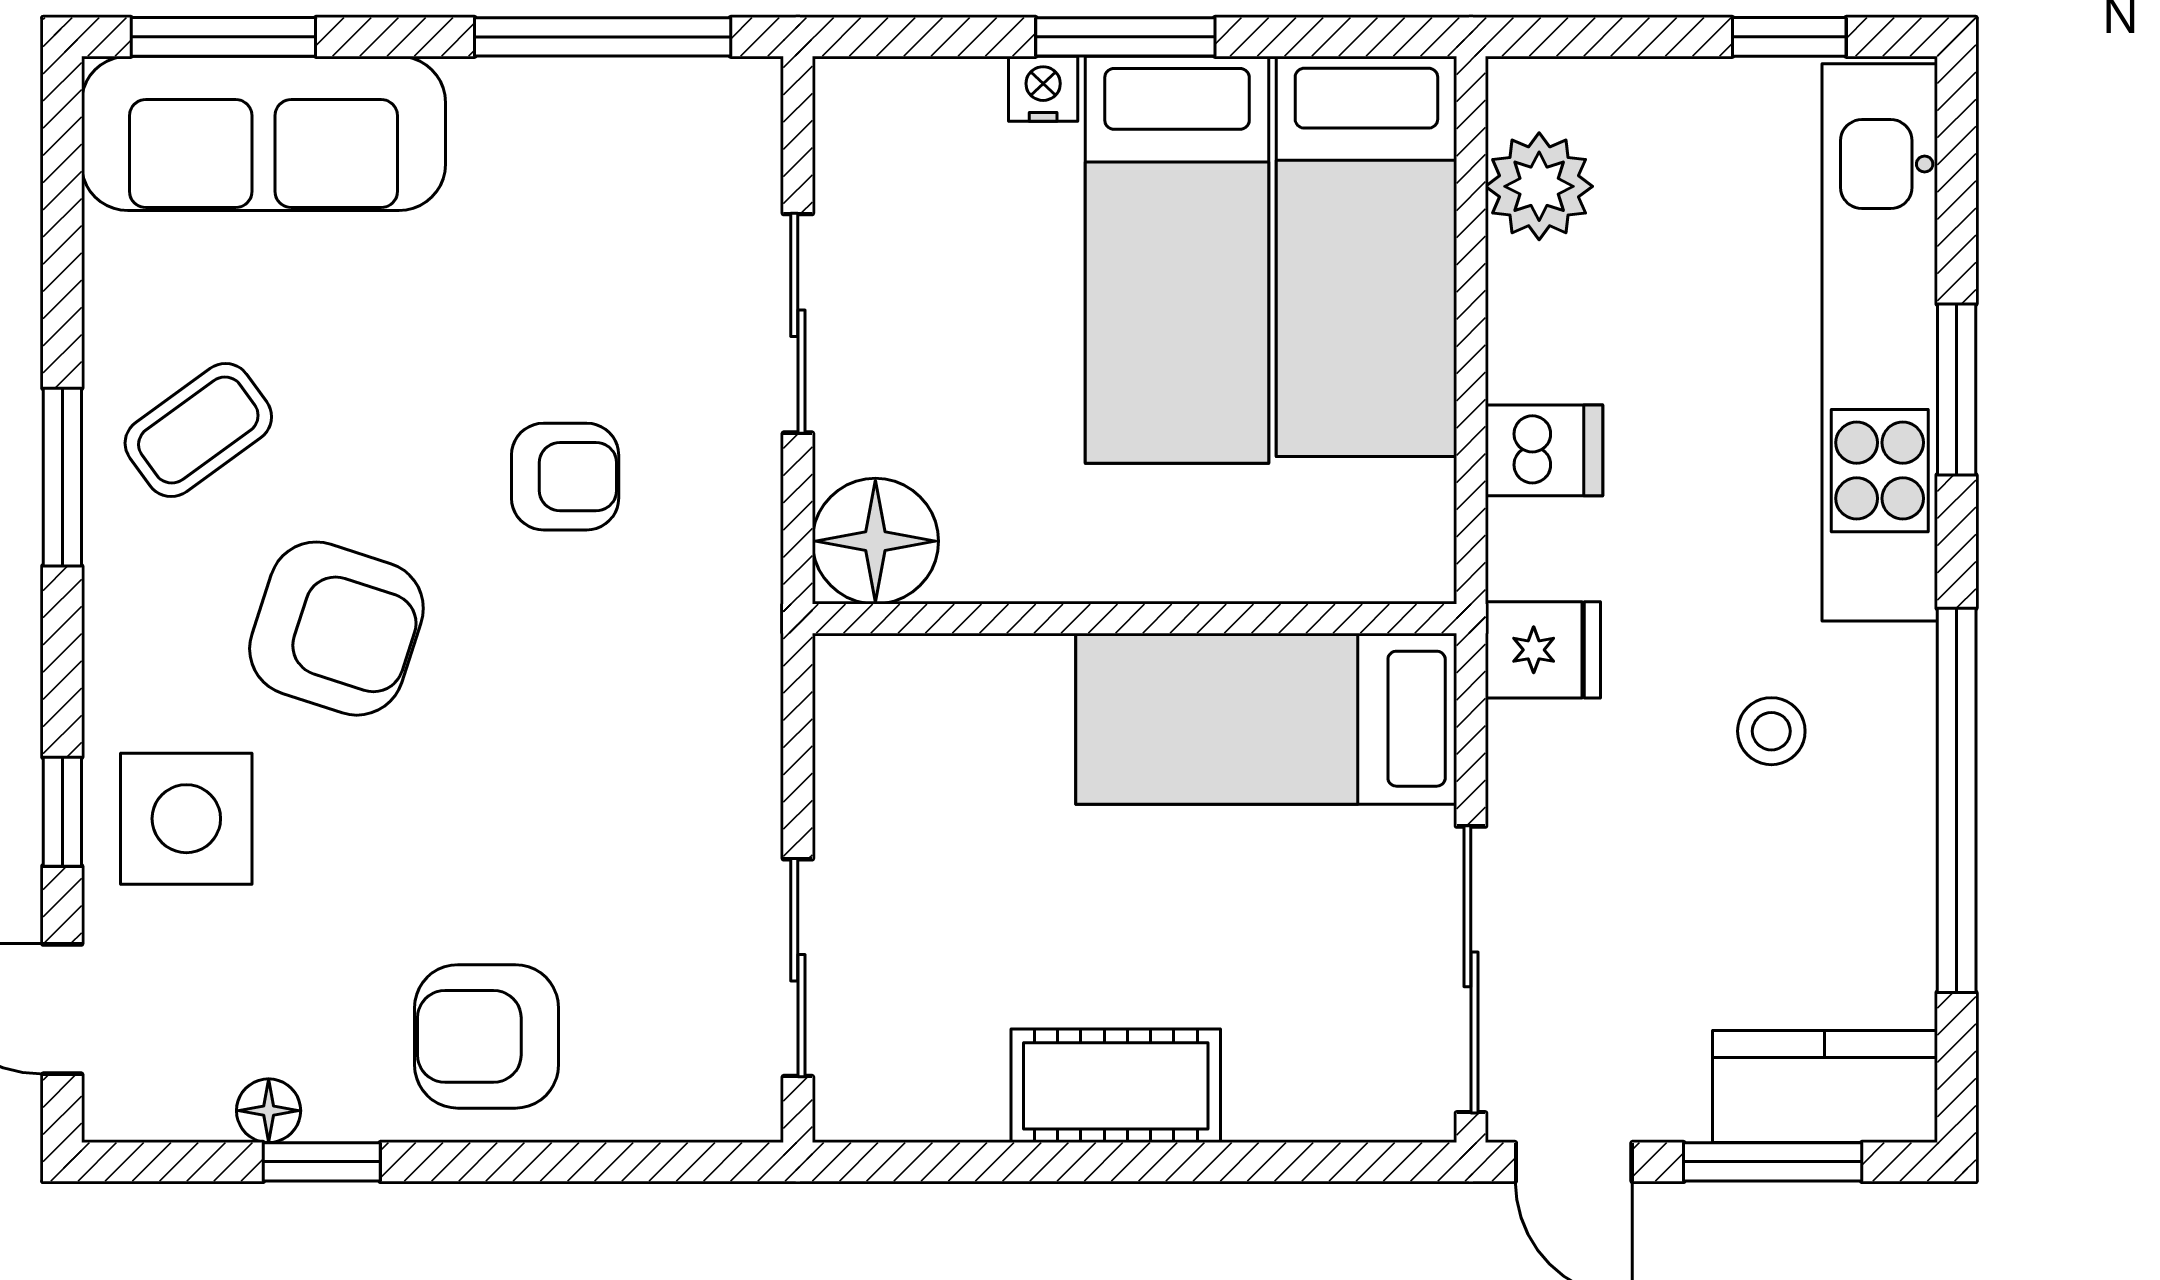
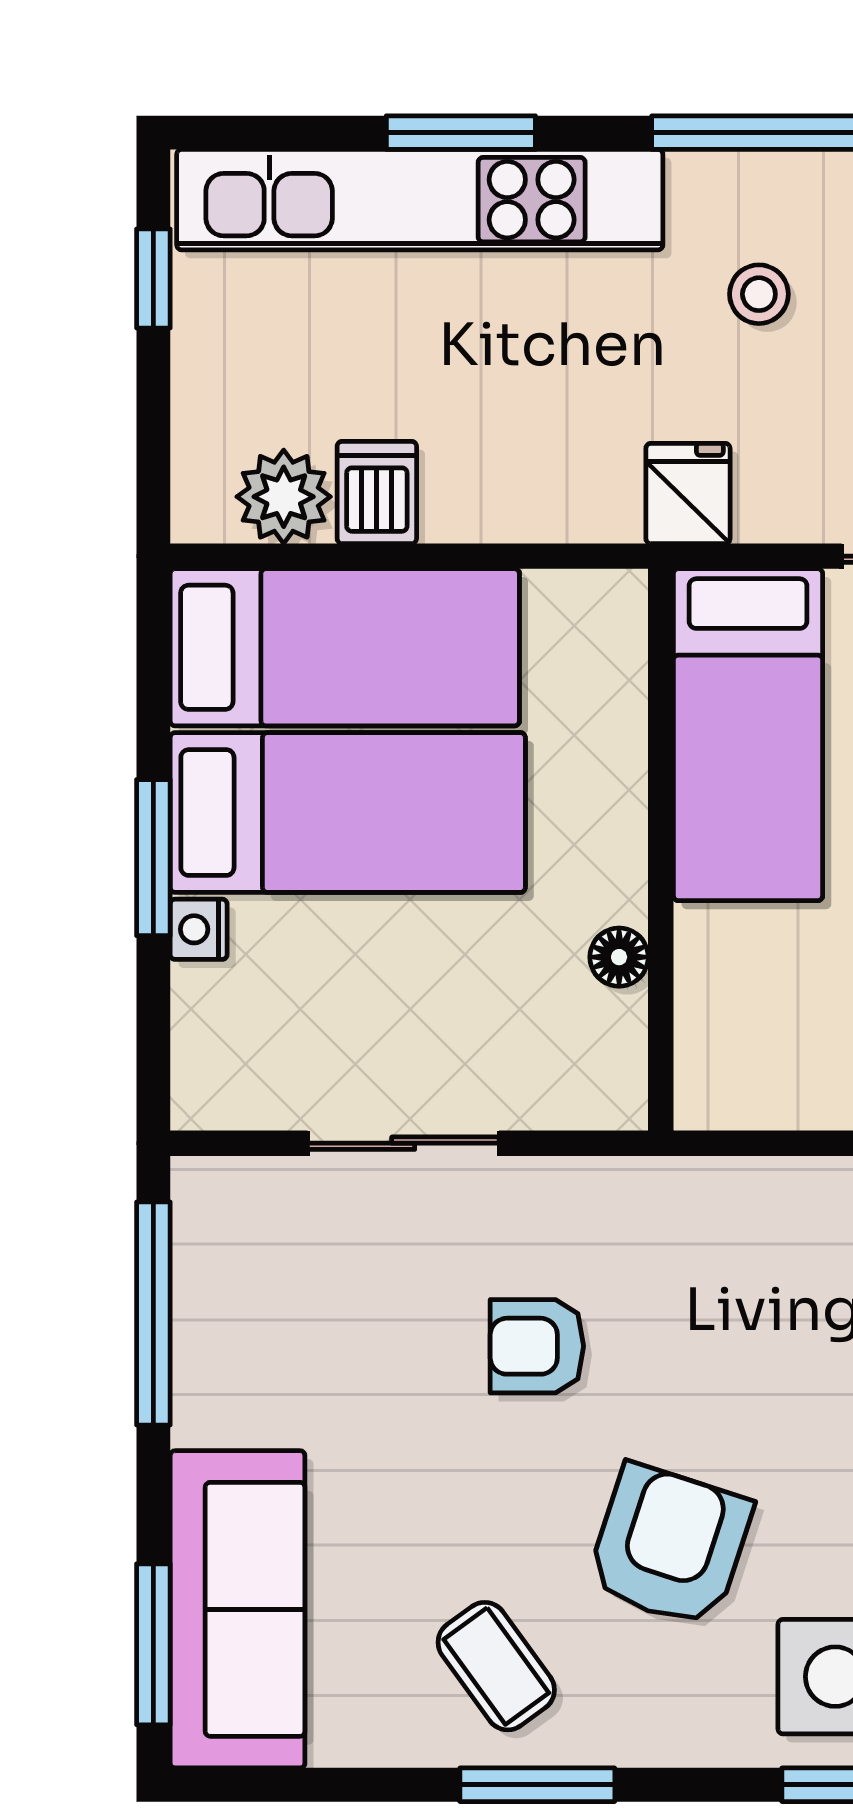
dishwasher: (1544, 450) -> (377, 492), moved
armchair: (565, 477) -> (537, 1346), turned -90
floor lamp: (875, 541) -> (619, 957), moved, width x0.53, depth x0.53

